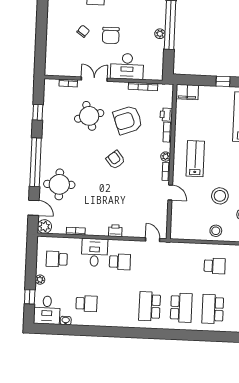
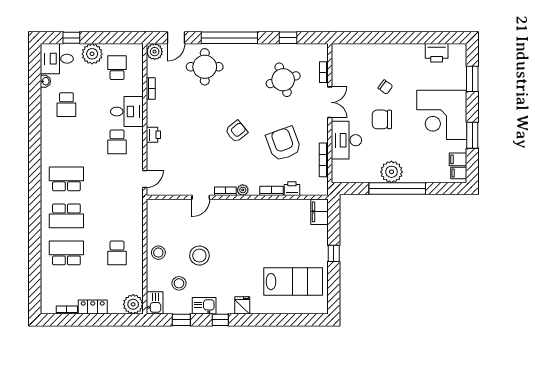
plant: (160, 34) -> (391, 172), width x1.88, depth x1.88
round table: (89, 116) -> (283, 80), moved
lab bench: (195, 159) -> (242, 225), removed
plant: (40, 280) -> (92, 54), width x1.88, depth x1.88

